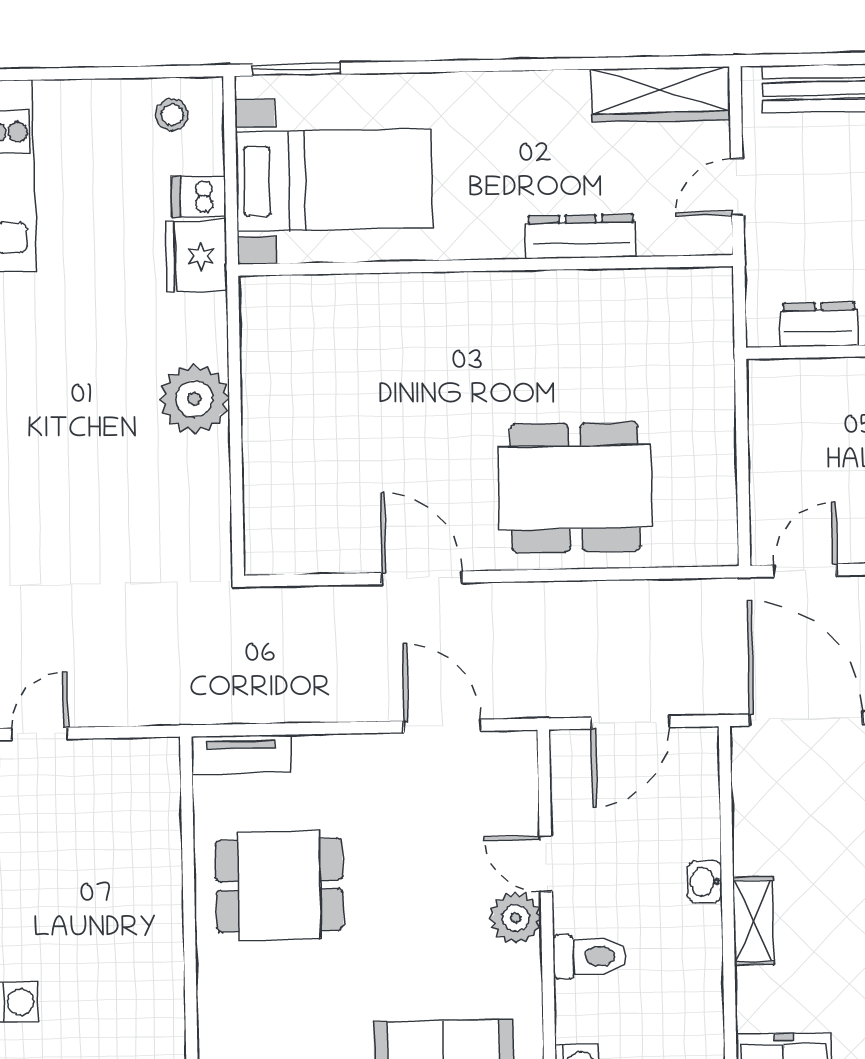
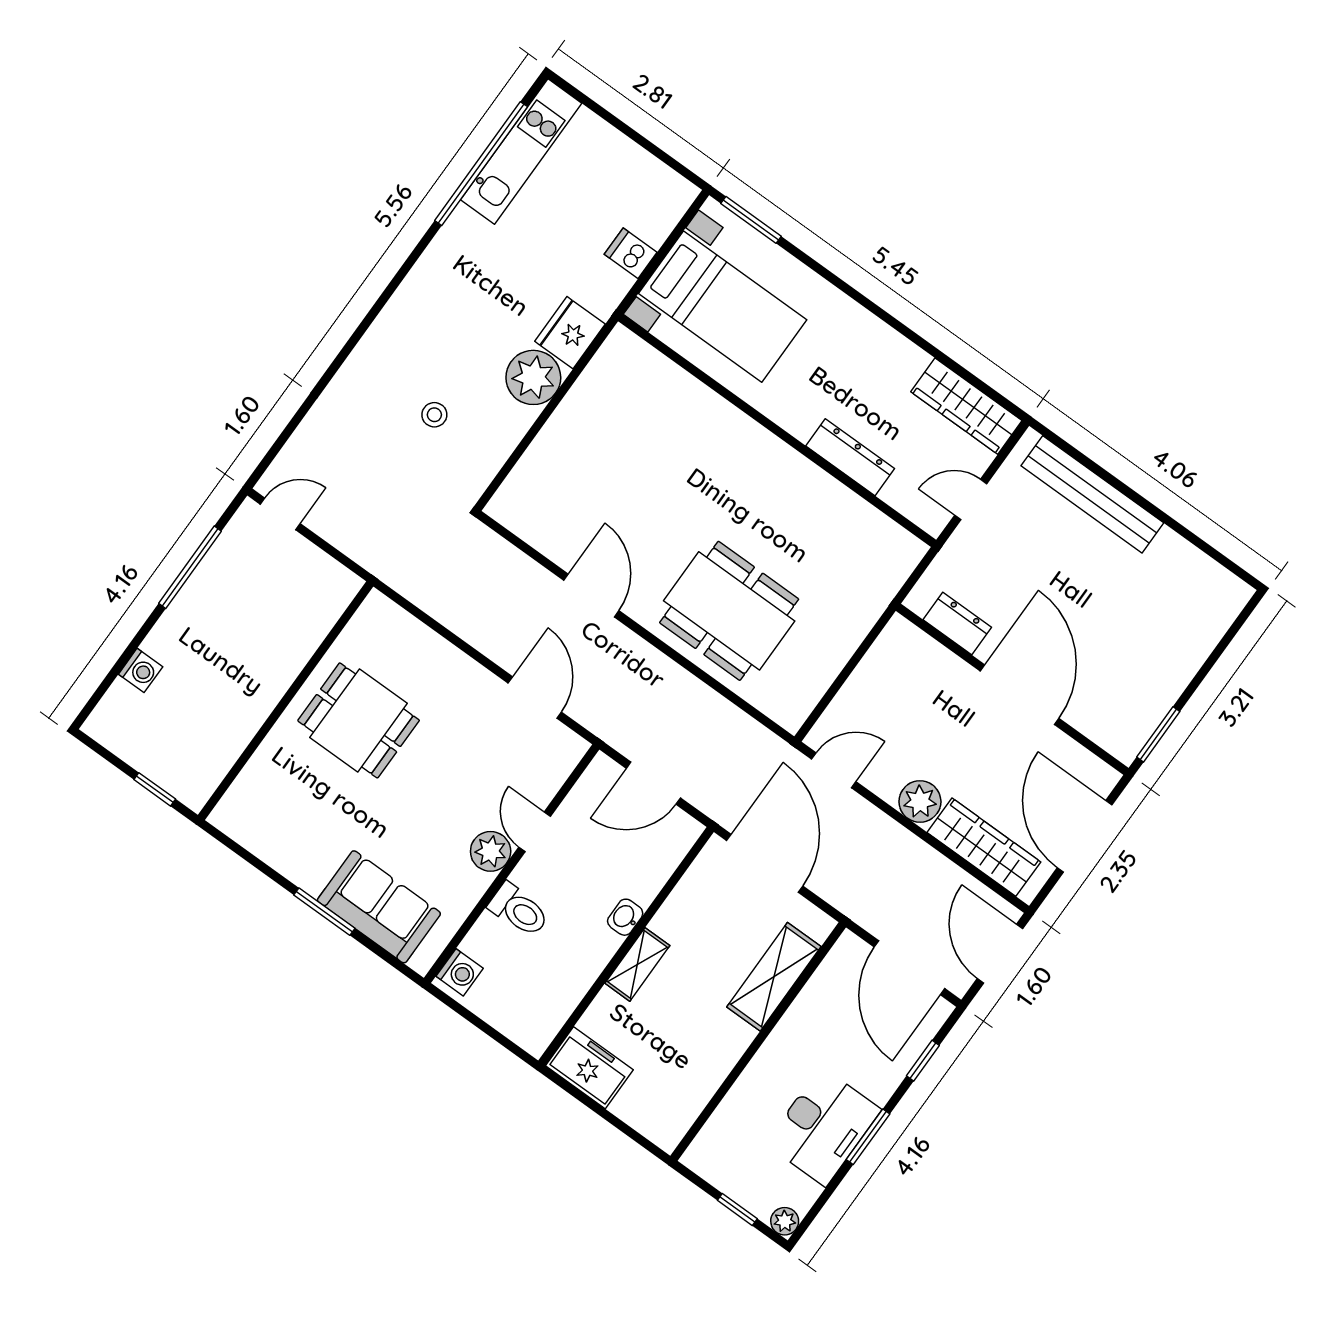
stool: (172, 115) -> (434, 415), moved
fridge: (196, 256) -> (570, 333), moved
tv unit: (241, 754) -> (396, 621), removed

